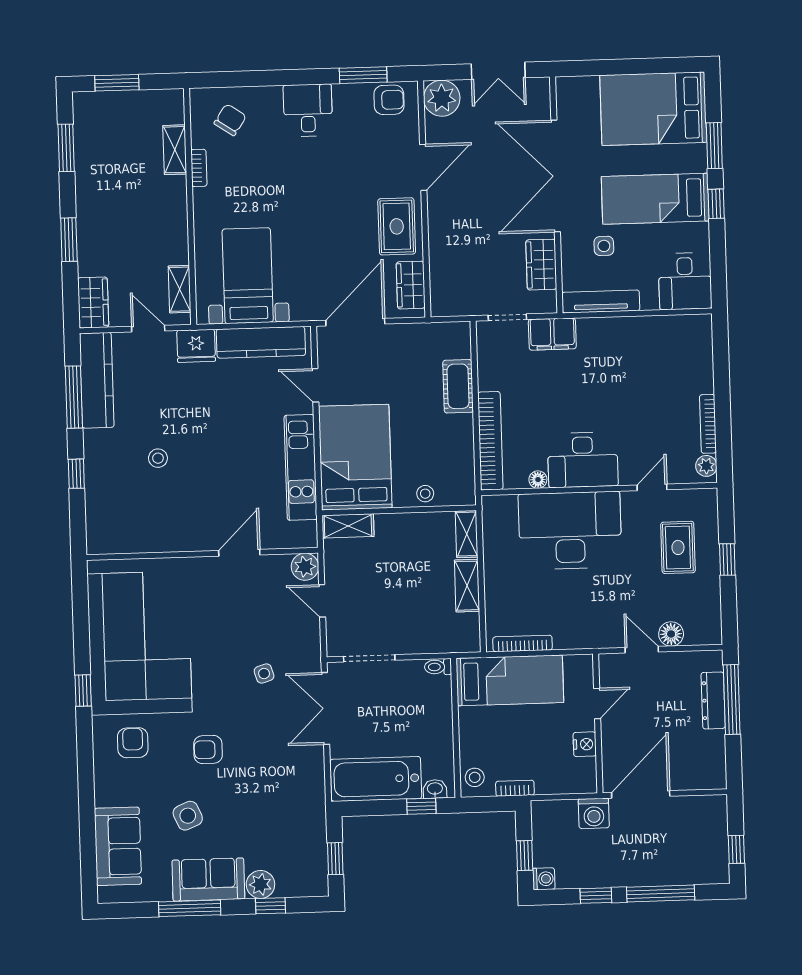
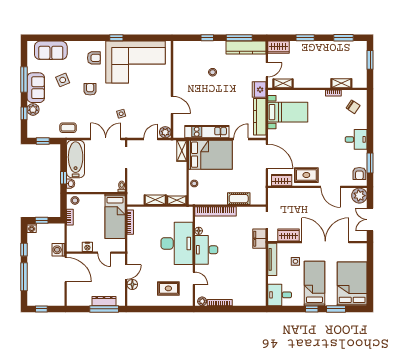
window: (727, 560) -> (163, 309), removed
coffee table: (302, 799) -> (68, 128), added

